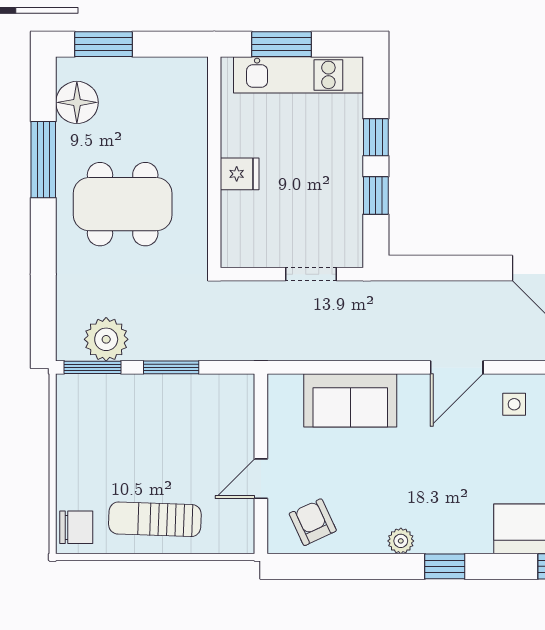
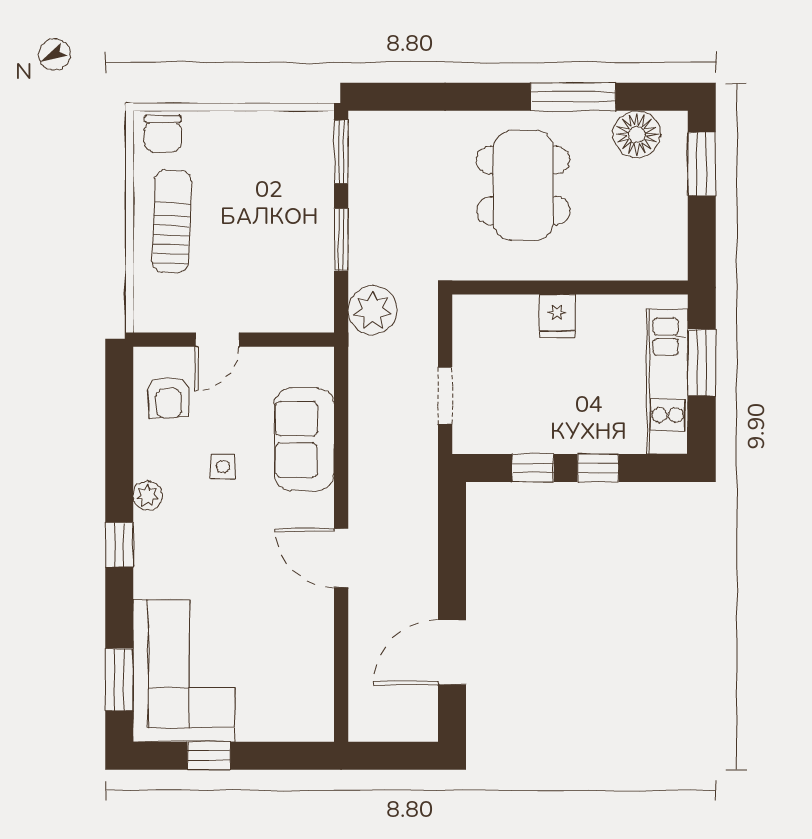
plant: (106, 339) -> (372, 310), moved
side table: (514, 404) -> (223, 467), moved
door: (261, 479) -> (217, 340), swing flipped
armchair: (313, 522) -> (168, 397), turned 112

